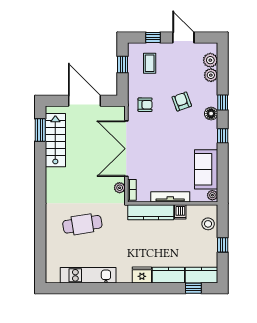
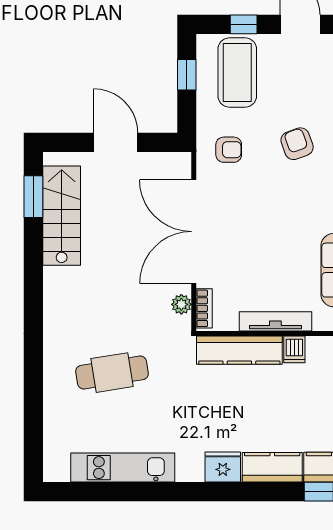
coffee table: (150, 63) -> (237, 72), width x1.86, depth x1.72
door: (84, 101) -> (116, 142), width x0.73

